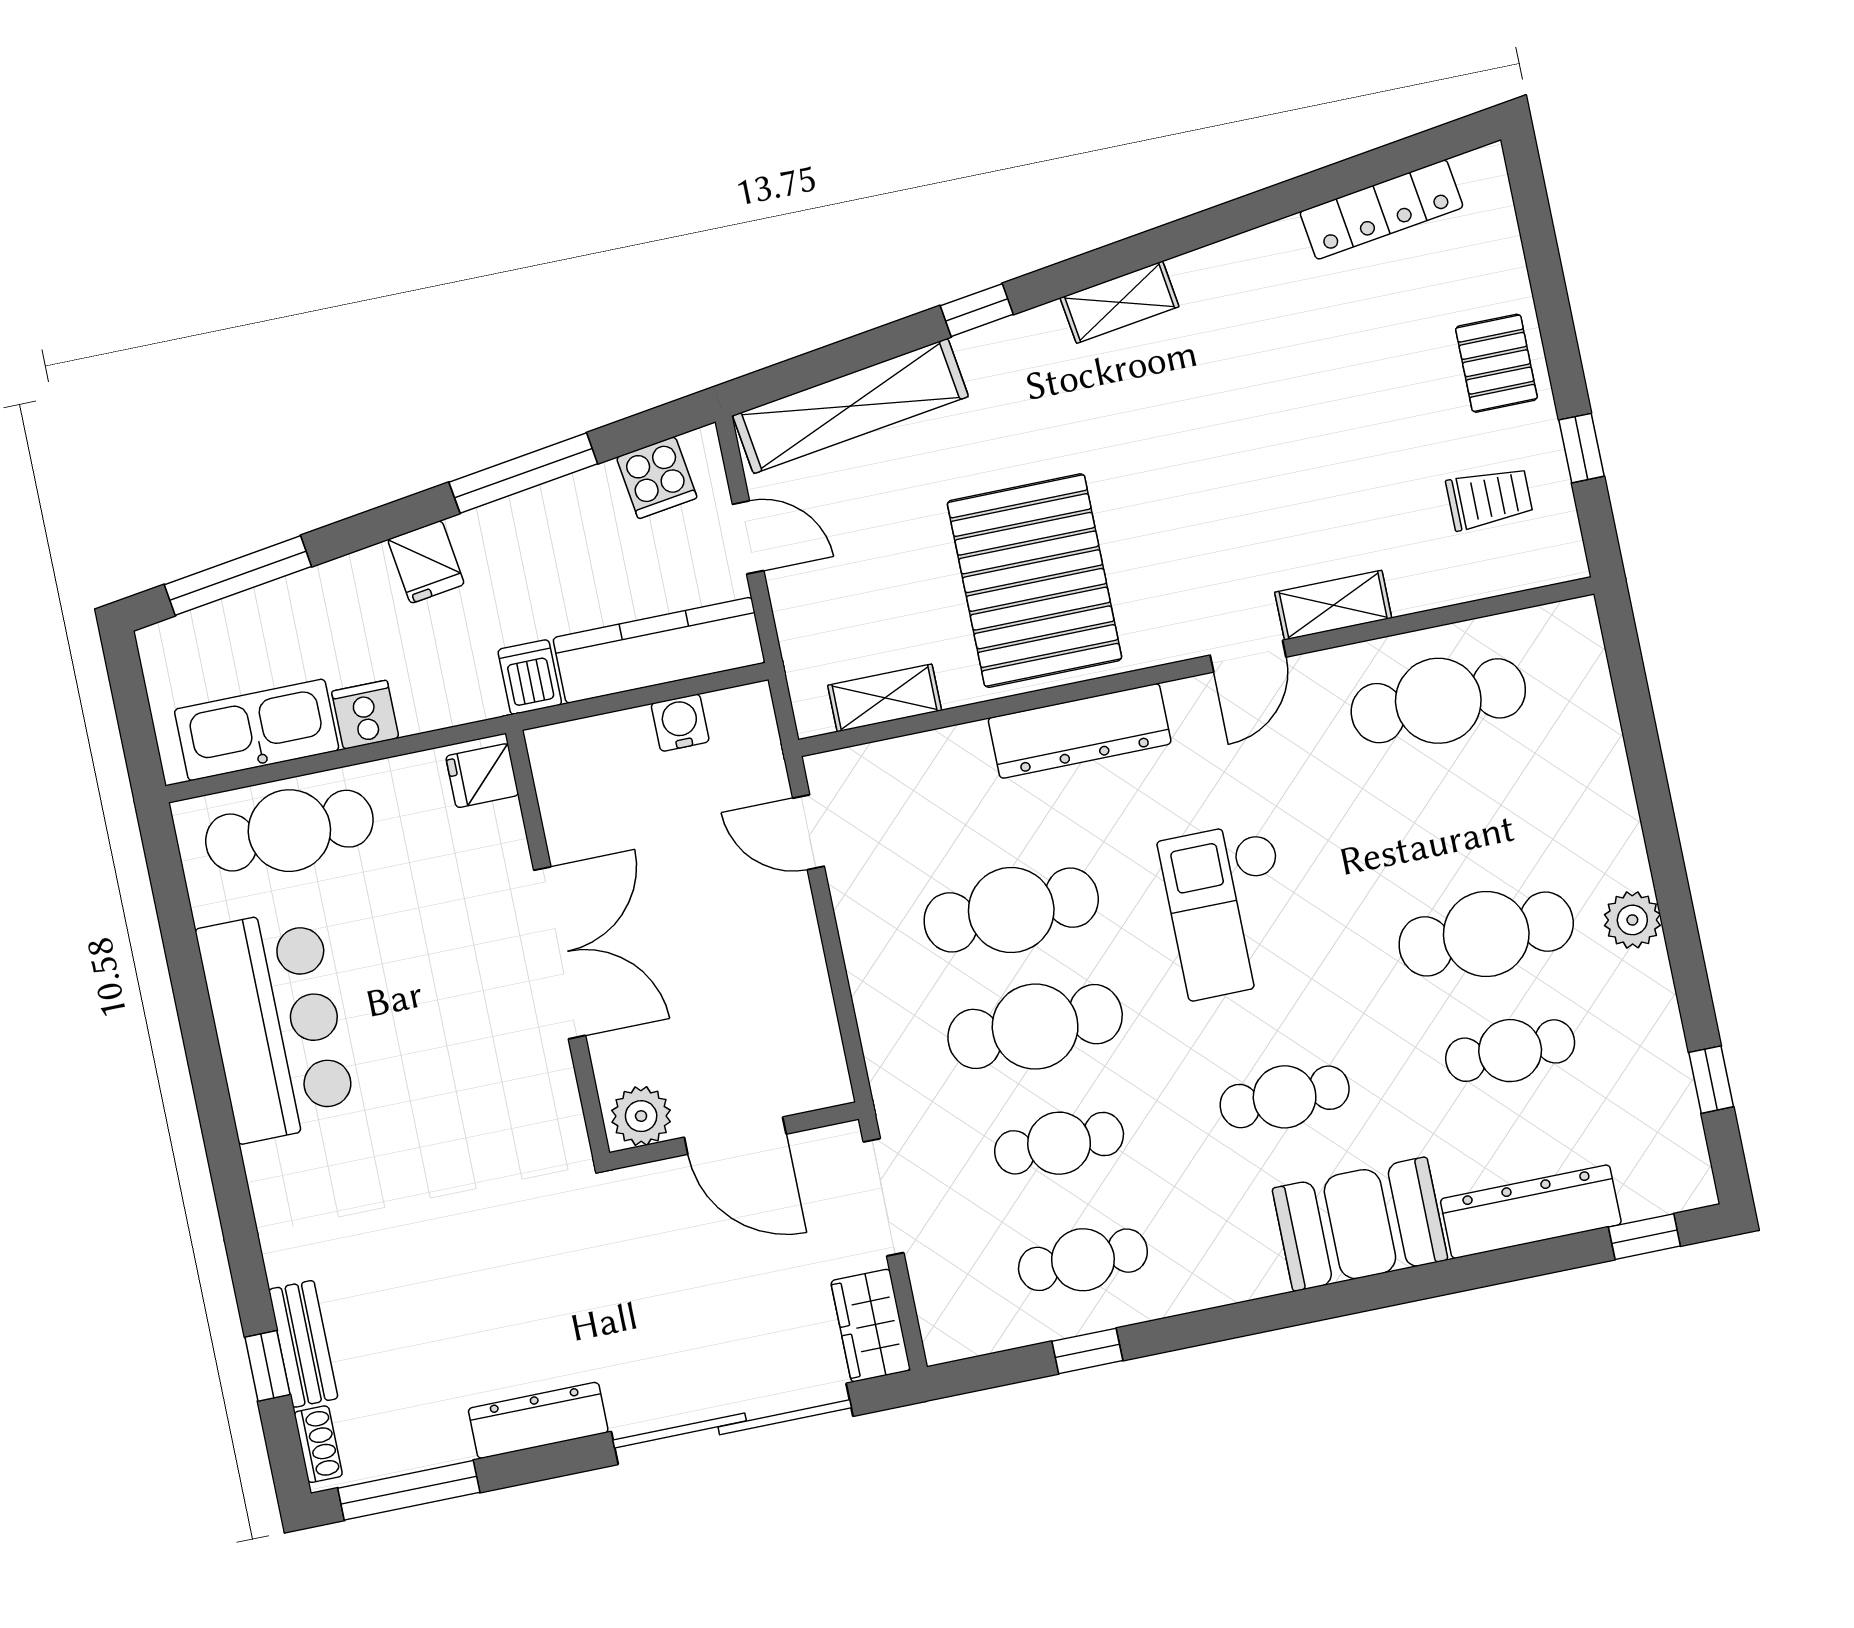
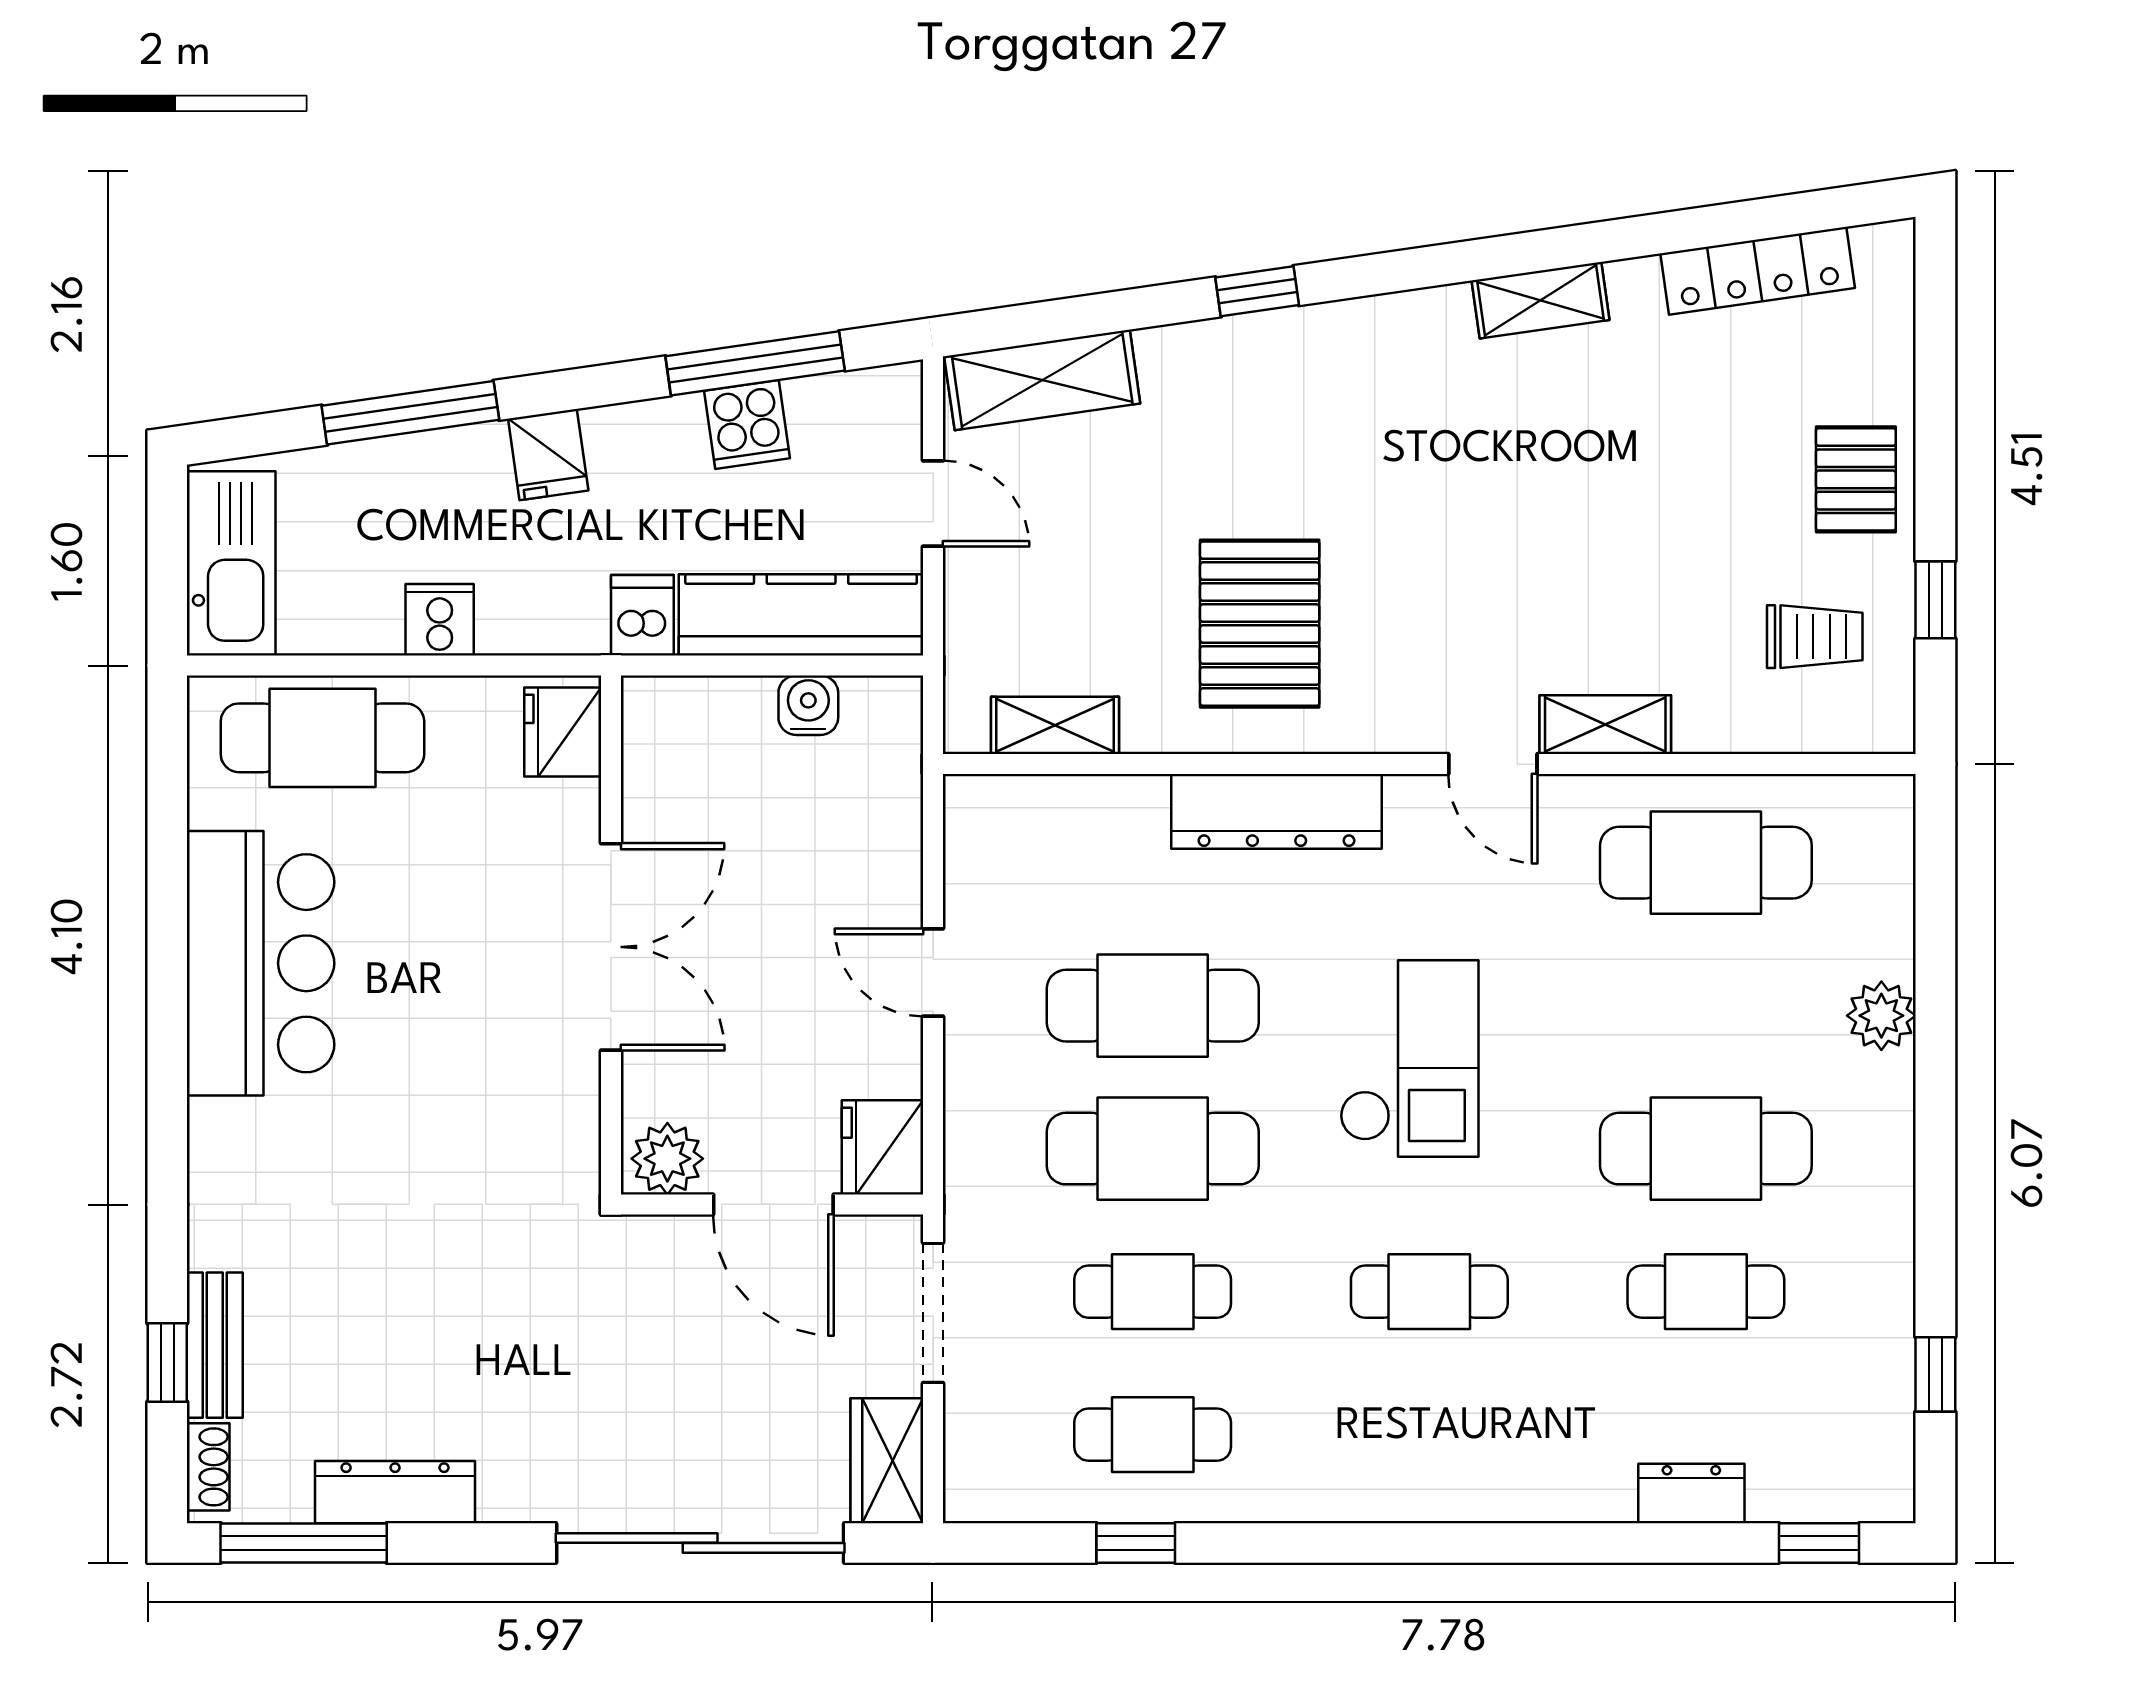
shelving: (1120, 302) -> (1541, 300), moved
shelving: (851, 406) -> (1042, 380), width x0.68
window: (523, 473) -> (755, 363), moved
cooker: (657, 478) -> (747, 424), moved
window: (238, 576) -> (410, 413), moved
pallet: (1034, 581) -> (1260, 624), width x0.73, depth x0.71
door: (1248, 656) -> (1493, 764), hinge flipped
kitchen sink: (257, 730) -> (231, 563), moved, turned 90
fridge: (482, 776) -> (563, 732), width x1.38
door: (809, 832) -> (933, 972), moved
checkout: (1229, 910) -> (1409, 1059), turned 180
plant: (1632, 920) -> (1881, 1016), moved
fridge: (815, 1071) -> (883, 1147), added
dresser: (1531, 1212) -> (1691, 1494), width x0.51, depth x0.80
booth: (1360, 1224) -> (1487, 1460), removed
dresser: (538, 1420) -> (395, 1492), moved

